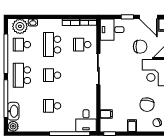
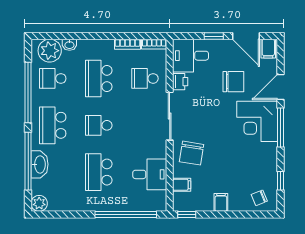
printer: (105, 47) -> (180, 82), added
chair: (147, 105) -> (192, 153), moved
school desk: (52, 106) -> (99, 172), width x1.85
washbasin: (13, 111) -> (40, 164), moved
desk: (86, 121) -> (150, 174), moved, turned -90

